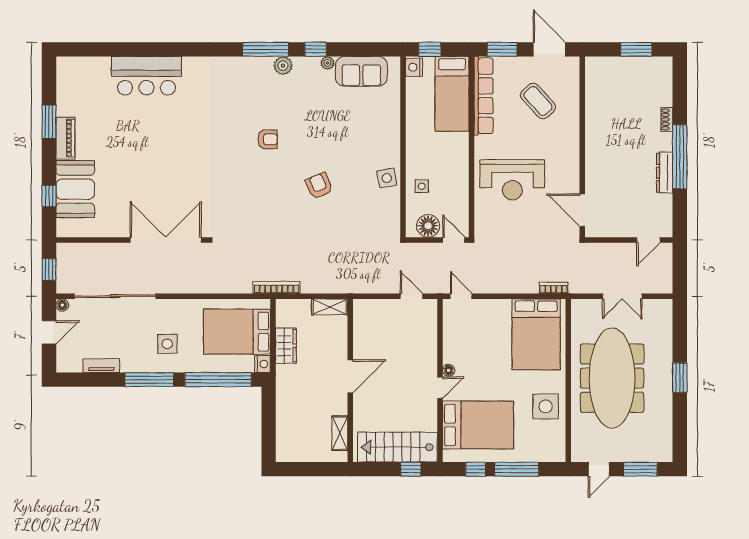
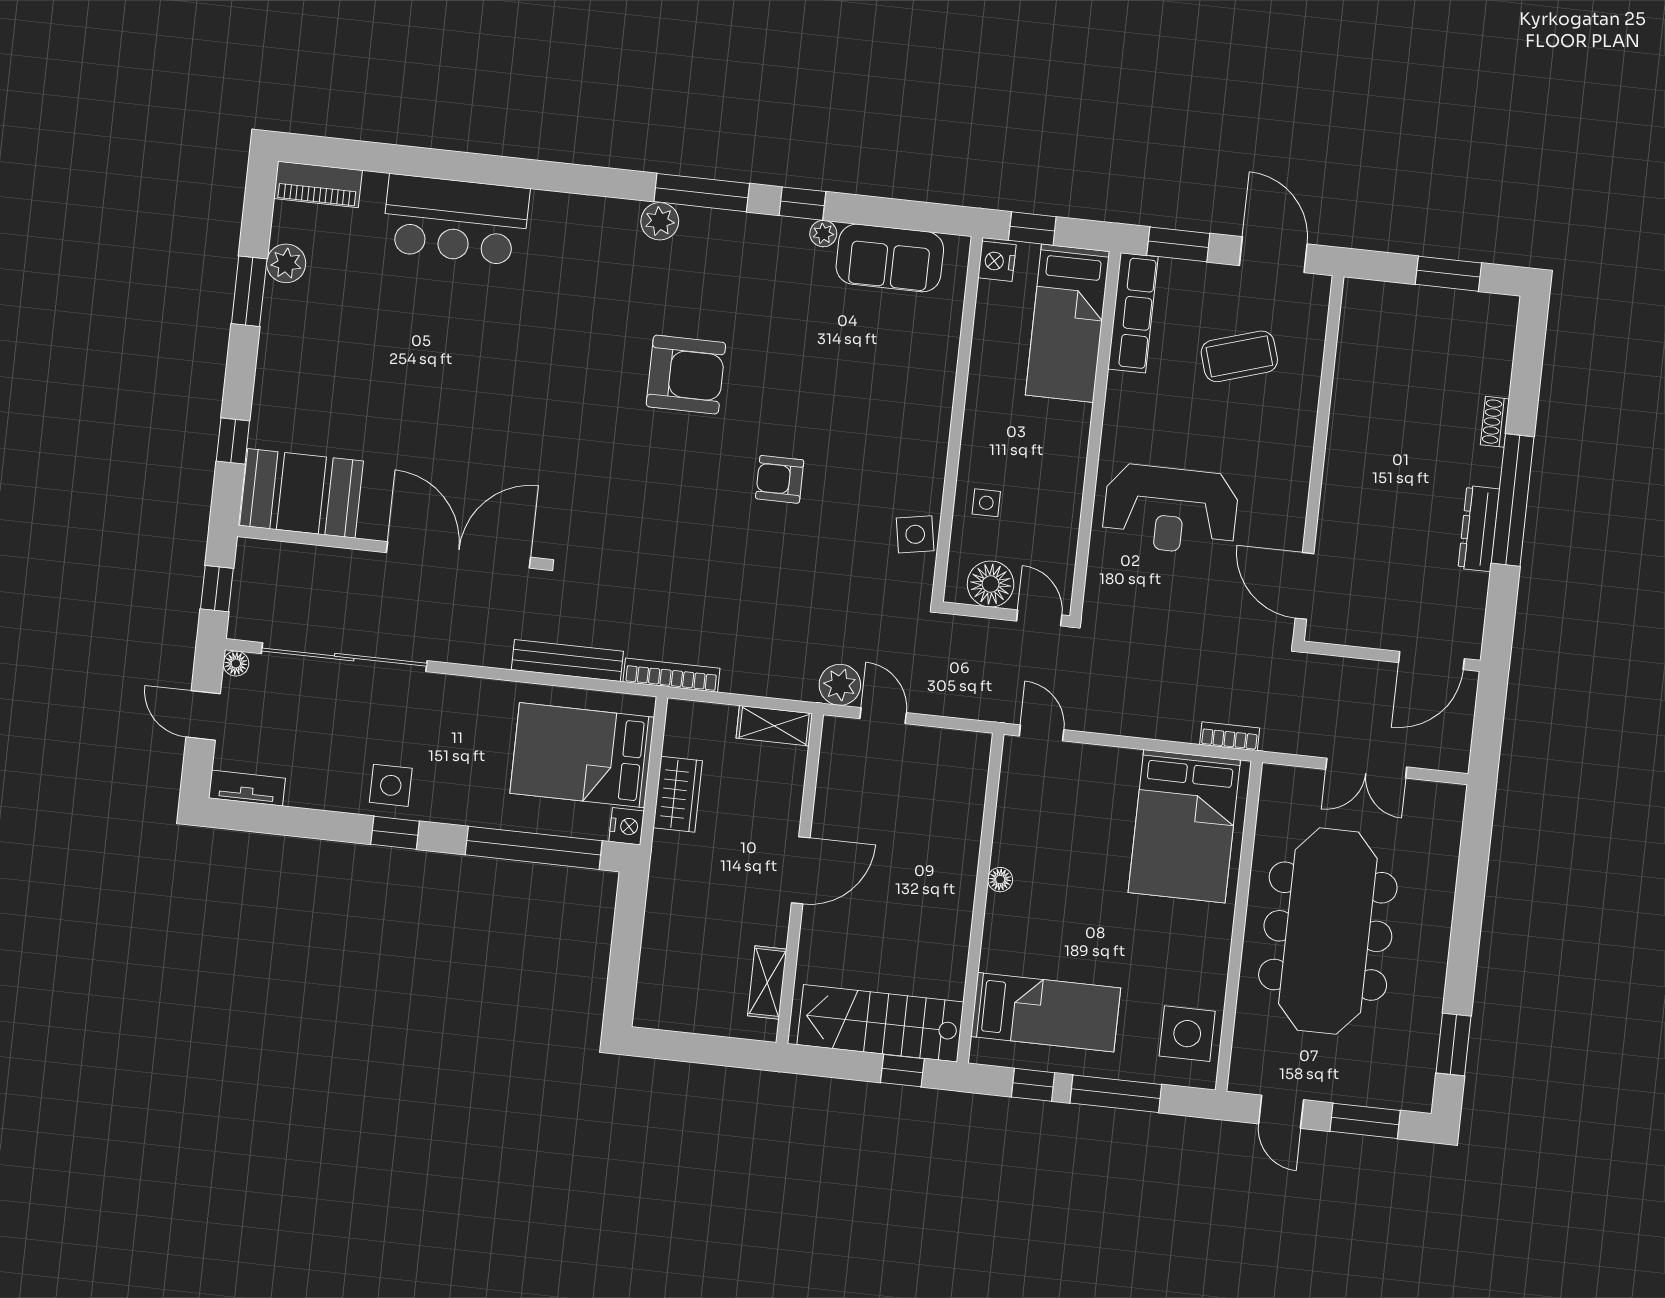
plant: (283, 66) -> (660, 221), moved
row of seats: (484, 96) -> (1133, 313), width x0.73
coffee table: (538, 101) -> (1239, 356), turned -65
plant: (66, 106) -> (286, 263), added
piano: (65, 138) -> (318, 184), moved, turned 90
armchair: (268, 139) -> (686, 375), width x1.88, depth x1.88
side table: (387, 178) -> (915, 534), moved
armchair: (319, 186) -> (780, 479), turned -67
booth: (75, 189) -> (301, 493), moved, turned 90
door: (648, 240) -> (1431, 661), width x1.38
plant: (360, 283) -> (840, 685), added
bench: (225, 286) -> (567, 661), added
door: (412, 296) -> (883, 716), moved
door: (49, 332) -> (203, 715), swing flipped
side table: (167, 344) -> (391, 785), moved
tv unit: (101, 366) -> (247, 788), moved
window: (680, 378) -> (1454, 1044), moved
window: (149, 380) -> (395, 833), width x0.46
door: (440, 388) -> (979, 913), removed
side table: (546, 406) -> (1187, 1034), moved
bed: (478, 425) -> (1046, 1012), width x0.67
door: (599, 469) -> (1281, 1112), hinge flipped

